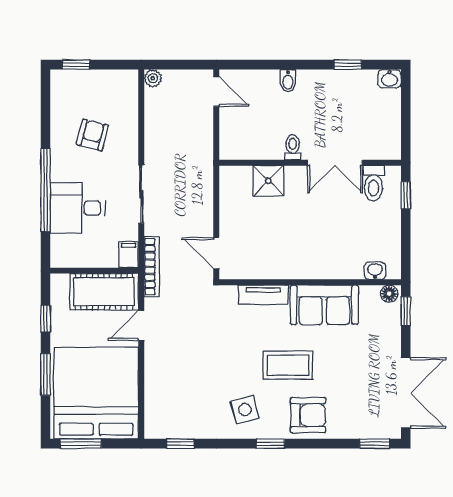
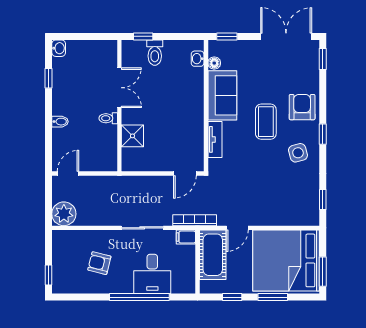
plant: (153, 78) -> (64, 214), width x1.88, depth x1.88
toilet: (374, 183) -> (155, 53), moved, turned 90
floor lamp: (389, 294) -> (214, 63), moved
door: (141, 326) -> (237, 228), hinge flipped

